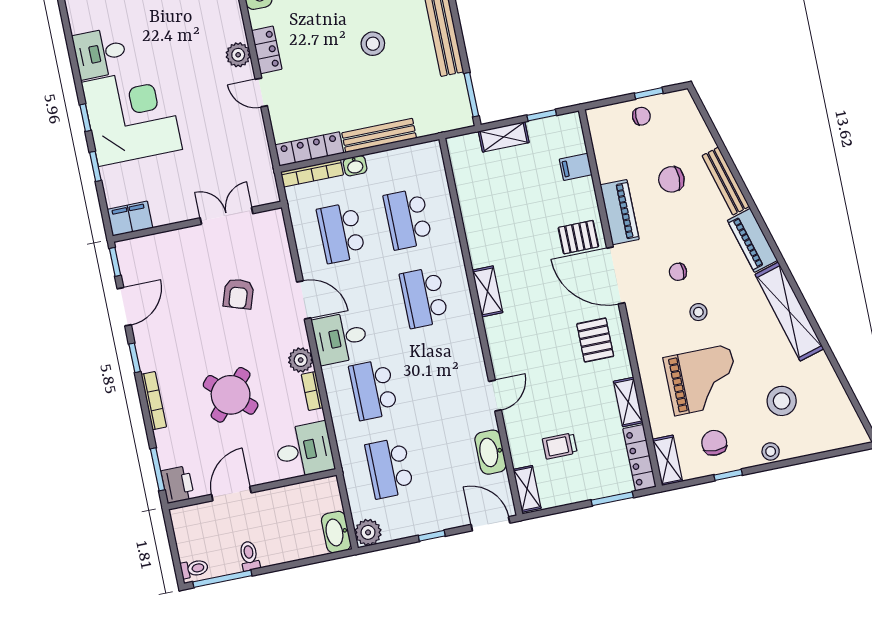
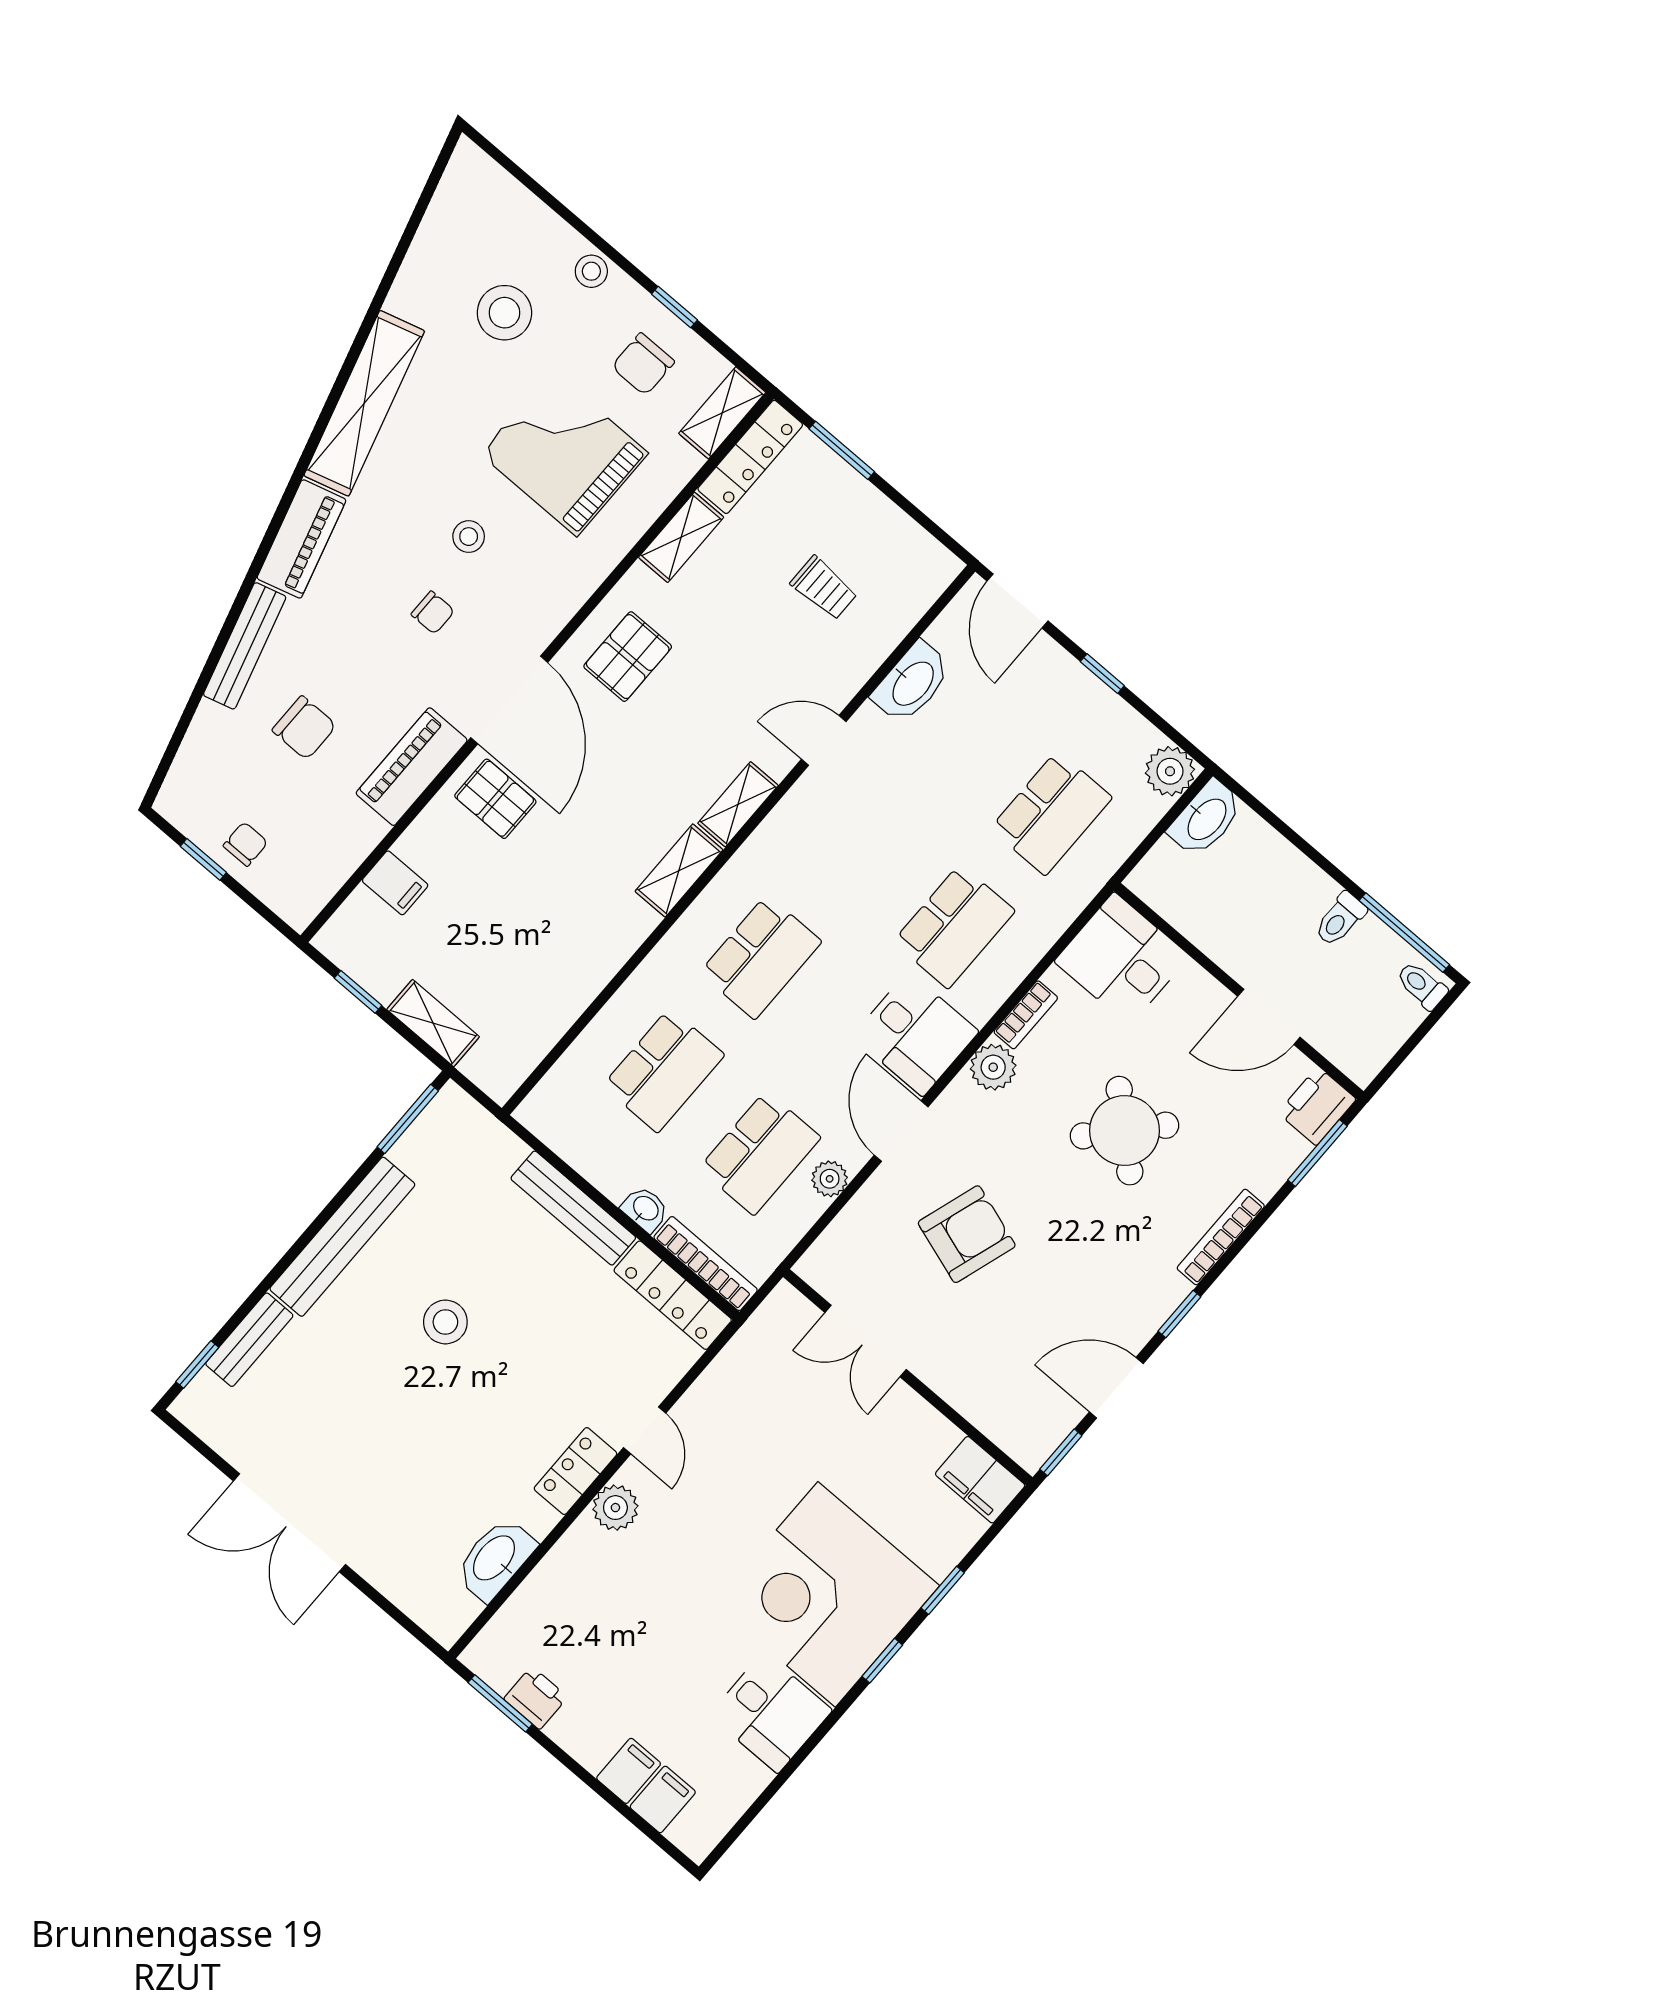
chair: (641, 116) -> (246, 844), turned 90
plant: (307, 254) -> (830, 1179), added
armchair: (239, 294) -> (967, 1234), width x1.38, depth x1.38
shelving: (527, 489) -> (738, 804), moved

